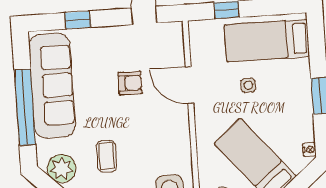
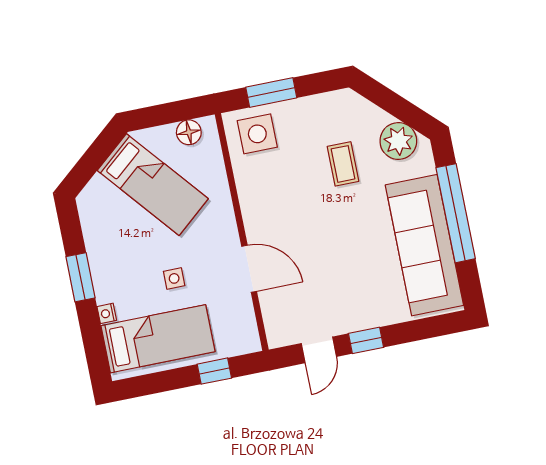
window: (78, 20) -> (366, 340), moved
armchair: (130, 83) -> (325, 261), removed
nightstand: (309, 150) -> (107, 313), moved

